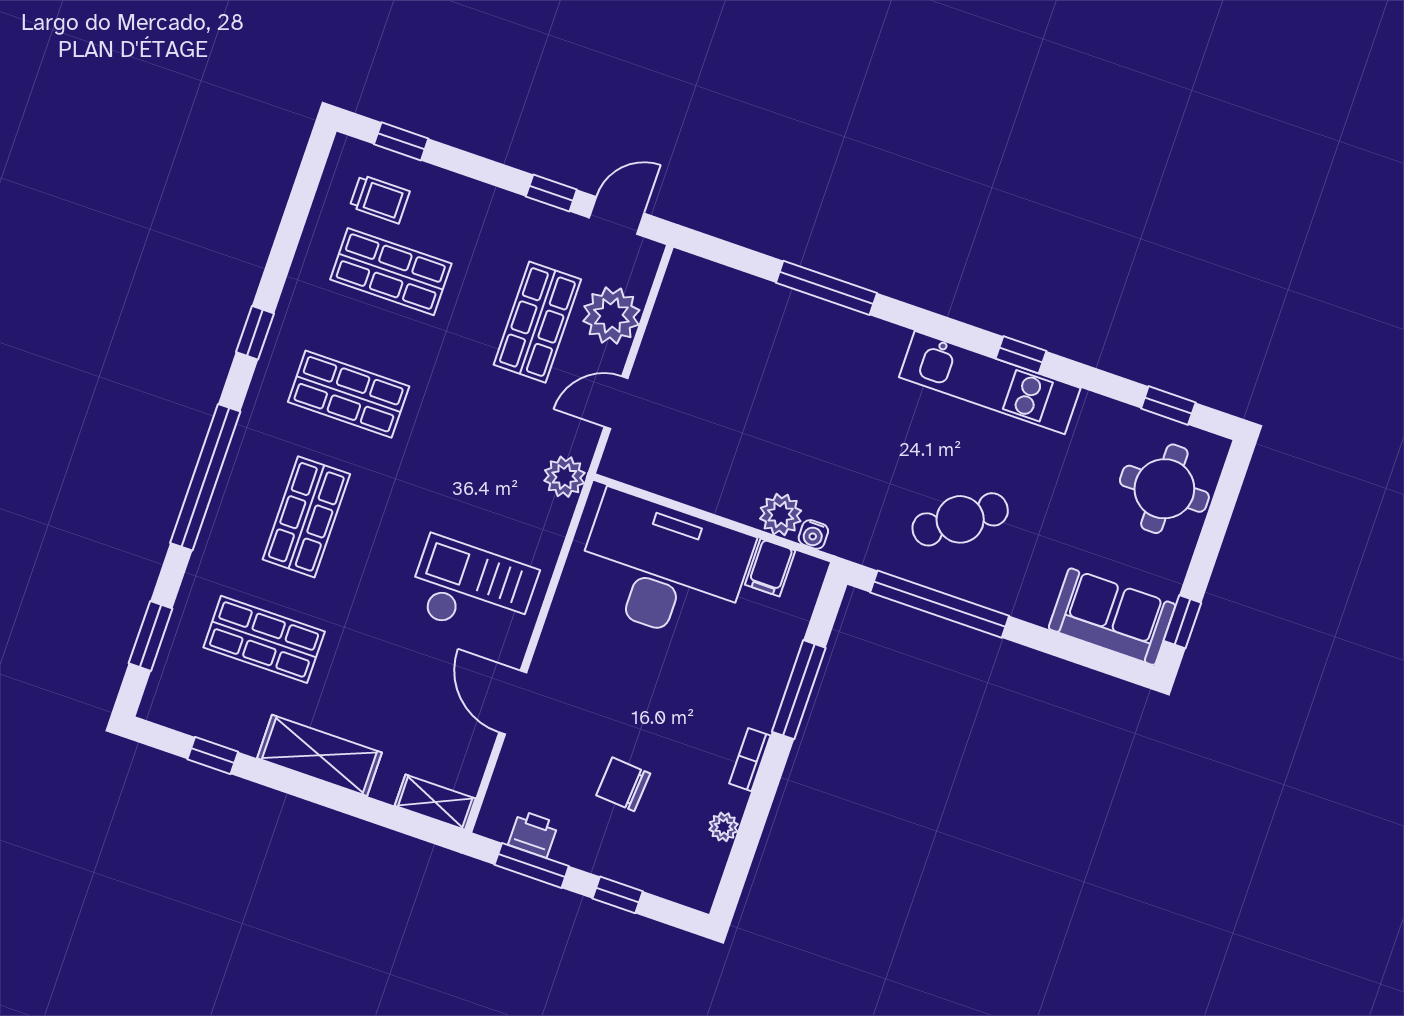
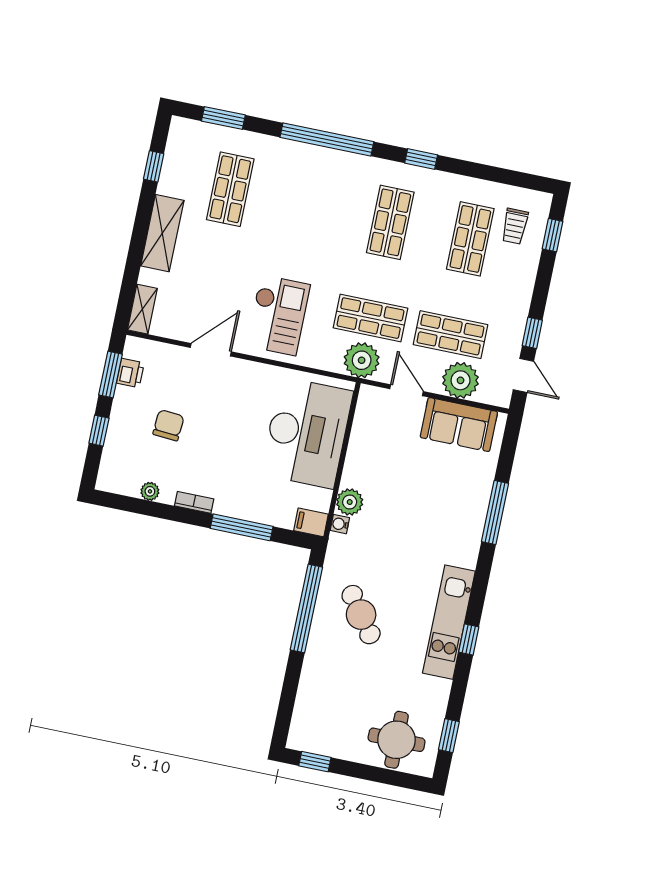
plant: (565, 477) -> (362, 360), width x1.36, depth x1.36
shop shelf: (306, 517) -> (370, 318), moved
filing cabinet: (770, 568) -> (311, 522), moved
sofa: (1112, 617) -> (459, 425), moved, turned 90

